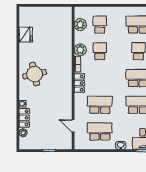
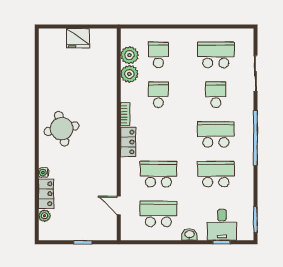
fridge: (26, 35) -> (78, 38), moved, turned 90
plant: (80, 50) -> (129, 74), moved

